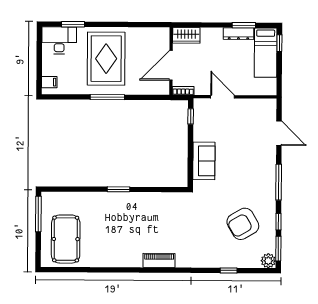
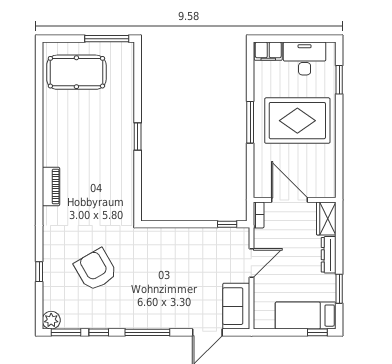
dresser: (238, 34) -> (329, 255), moved
desk: (59, 40) -> (305, 58), moved, turned -90
filing cabinet: (49, 82) -> (268, 51), width x2.00
sofa: (204, 161) -> (236, 306), moved, turned 90
armchair: (243, 224) -> (96, 270), moved

